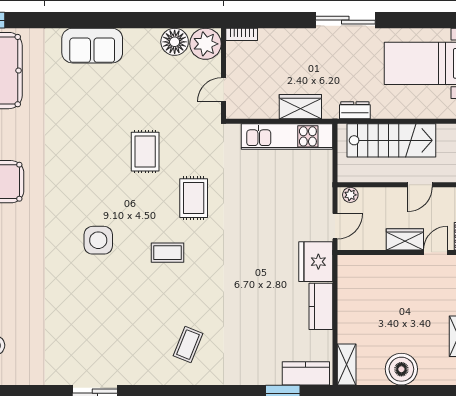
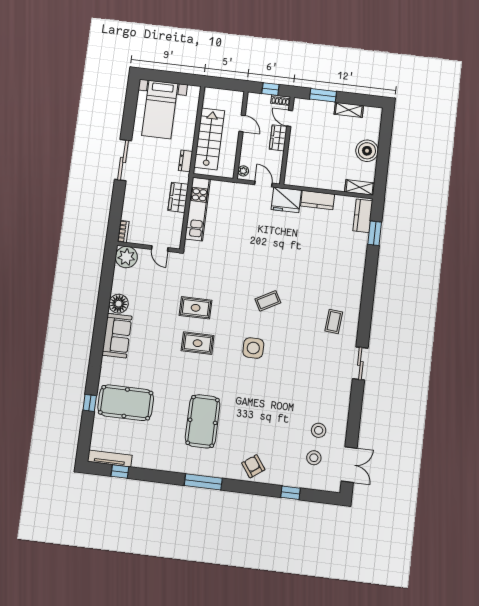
floor lamp: (175, 42) -> (119, 304), moved
rug: (194, 198) -> (198, 343), moved
coffee table: (167, 253) -> (268, 301), turned 61
coffee table: (188, 345) -> (334, 321), moved, turned 73

